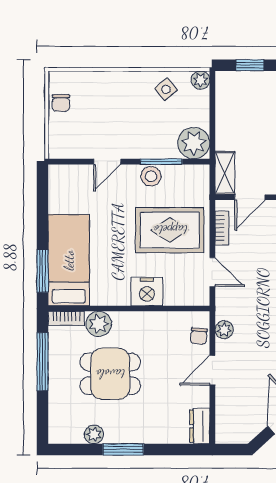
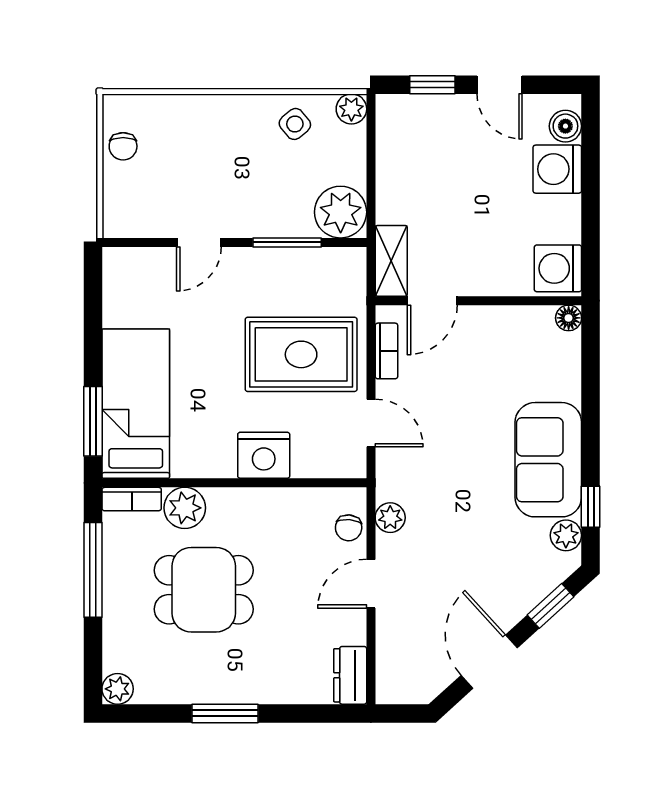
stool: (151, 176) -> (270, 266), removed
plant: (94, 434) -> (118, 689), moved

